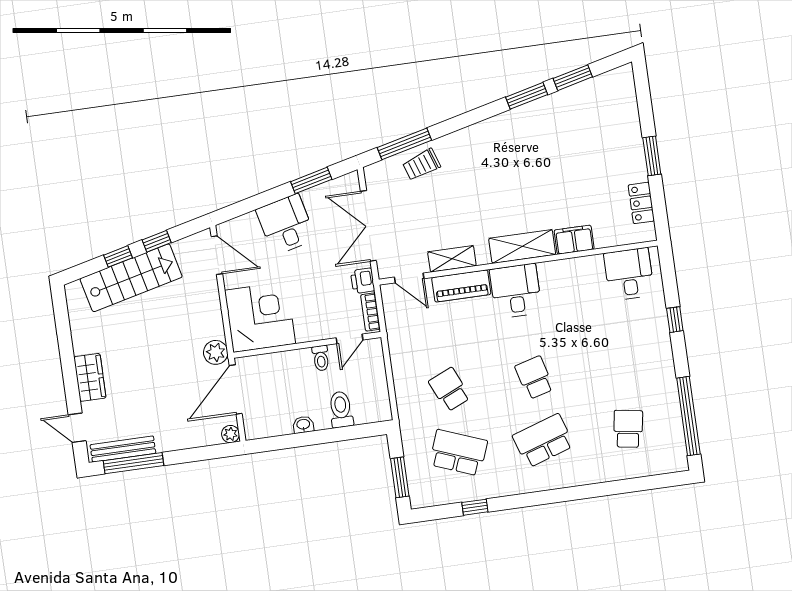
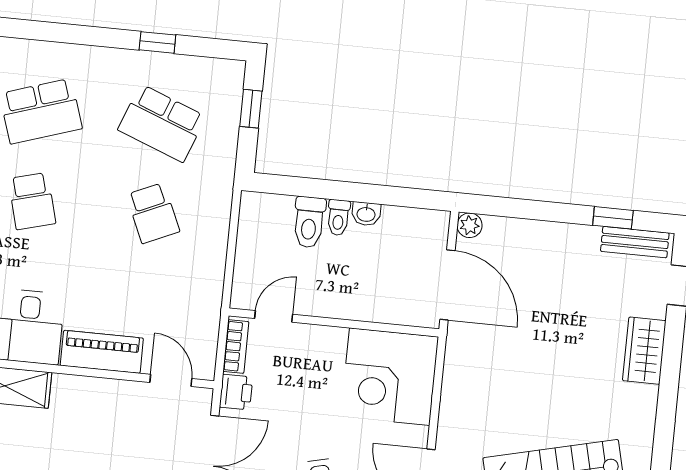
shelving: (452, 259) -> (106, 392), removed
plant: (216, 352) -> (463, 343), removed
toilet: (321, 358) -> (338, 217), moved, turned 180
door: (236, 390) -> (447, 285), hinge flipped
bench: (123, 449) -> (635, 242), width x0.73
window: (133, 463) -> (613, 218), width x0.46
window: (400, 477) -> (251, 109), width x0.67

